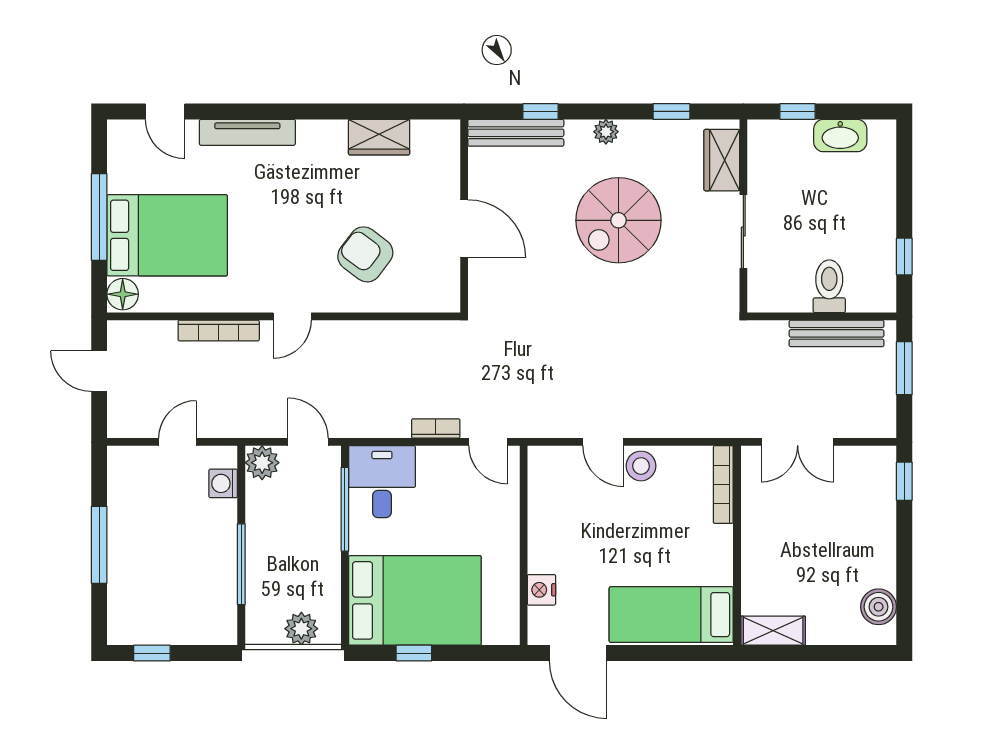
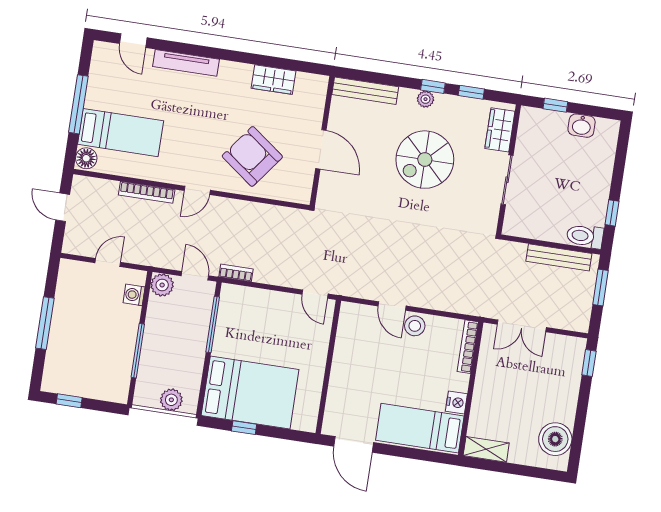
window: (540, 111) -> (433, 86), moved
washbasin: (840, 136) -> (582, 126), width x0.72
bed: (167, 235) -> (121, 133), width x0.67
armchair: (365, 254) -> (252, 156), width x1.36, depth x1.36
toilet: (829, 286) -> (585, 236), moved, turned -90
bookcase: (436, 428) -> (236, 273), moved
desk: (382, 482) -> (240, 310), removed
nightstand: (541, 590) -> (456, 403), moved, turned 180
boiler: (879, 607) -> (555, 439), width x1.37, depth x1.37

